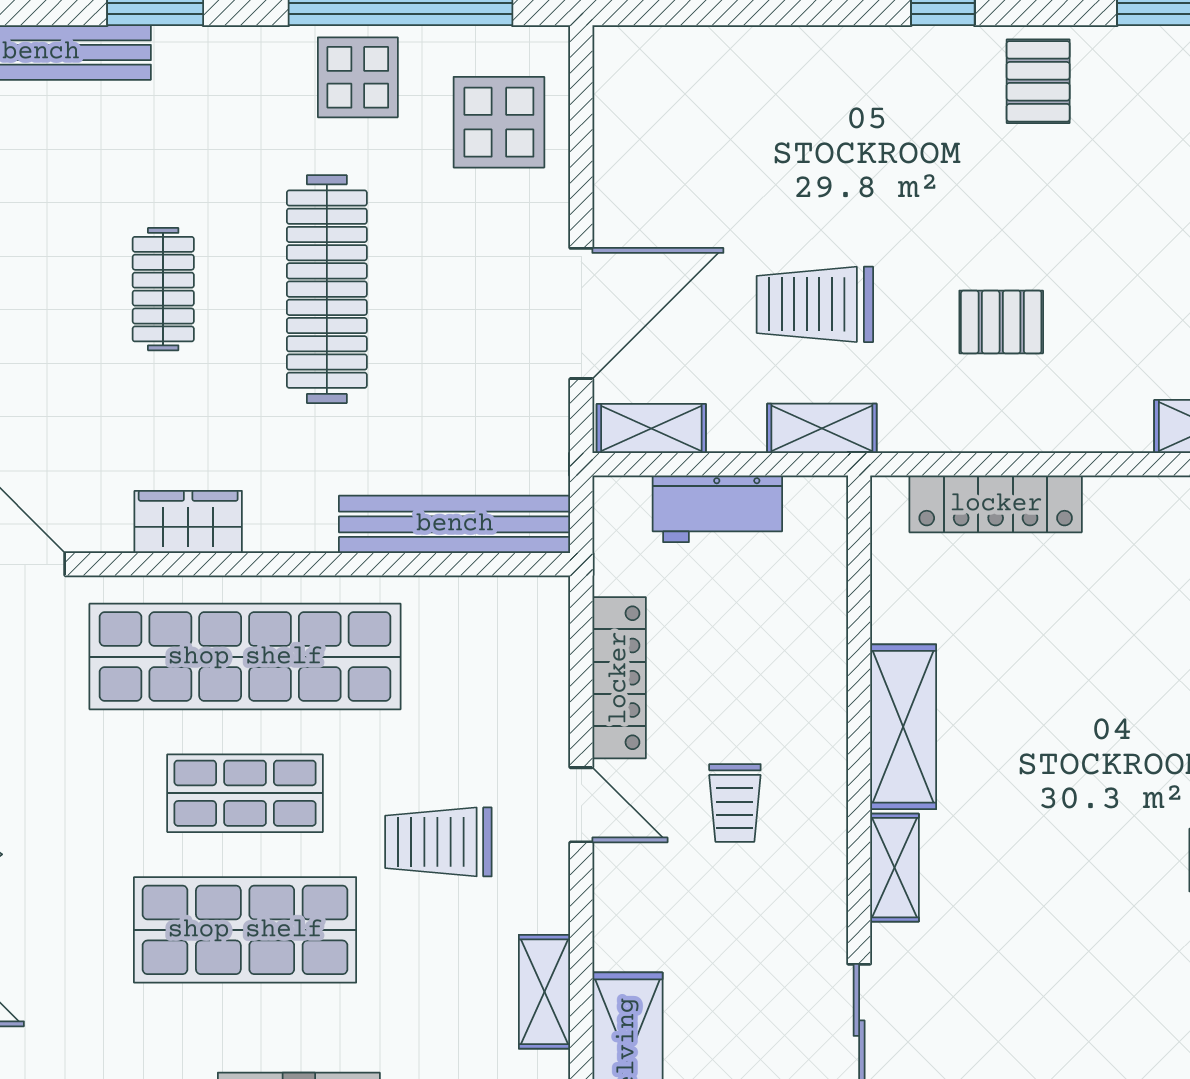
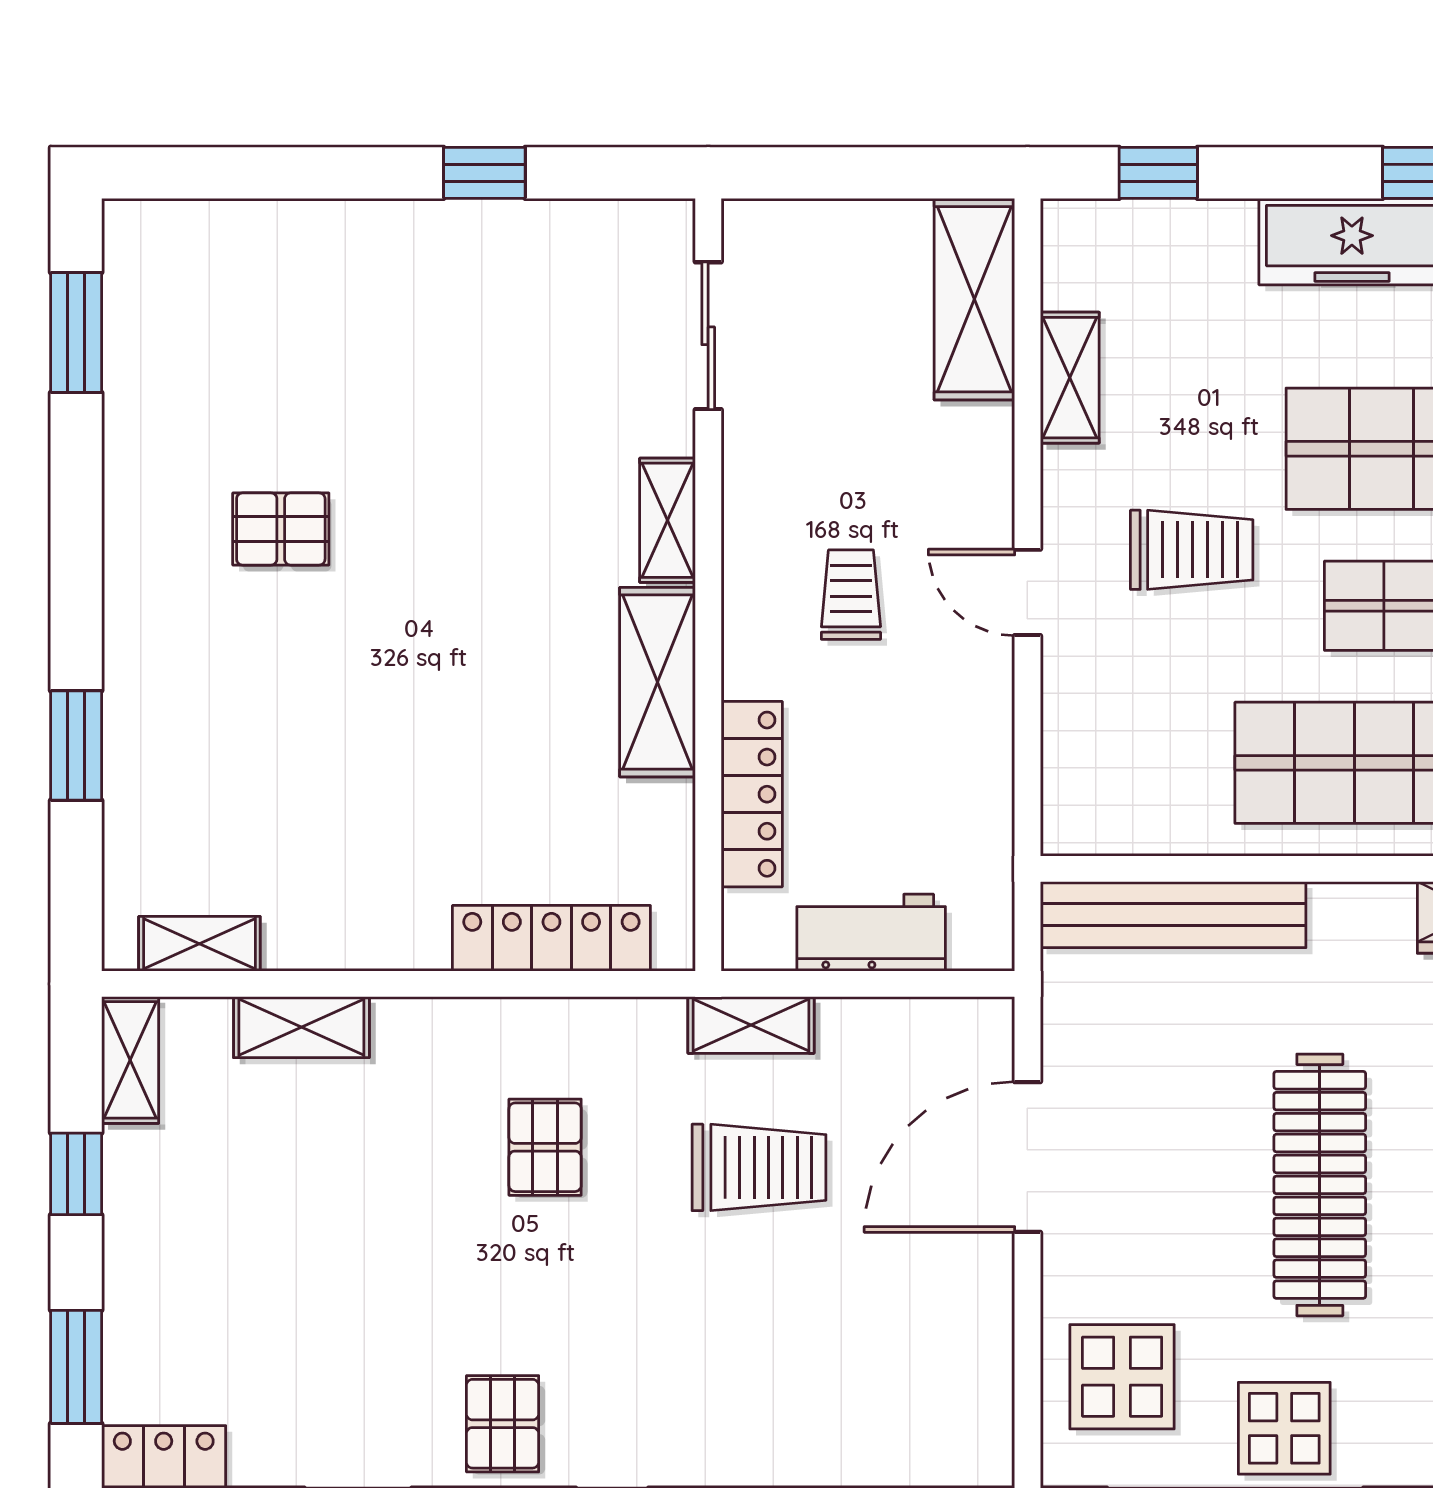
pallet: (1001, 322) -> (545, 1147), turned 90
shelving: (651, 429) -> (947, 1025), removed
locker: (619, 678) -> (752, 794), moved, turned 180

